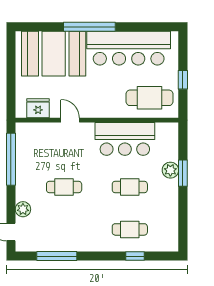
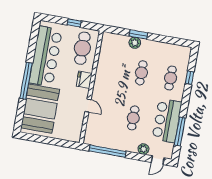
fridge: (38, 108) -> (84, 80), moved
door: (70, 120) -> (88, 106), swing flipped
bar counter: (125, 139) -> (167, 121), moved, turned 180

